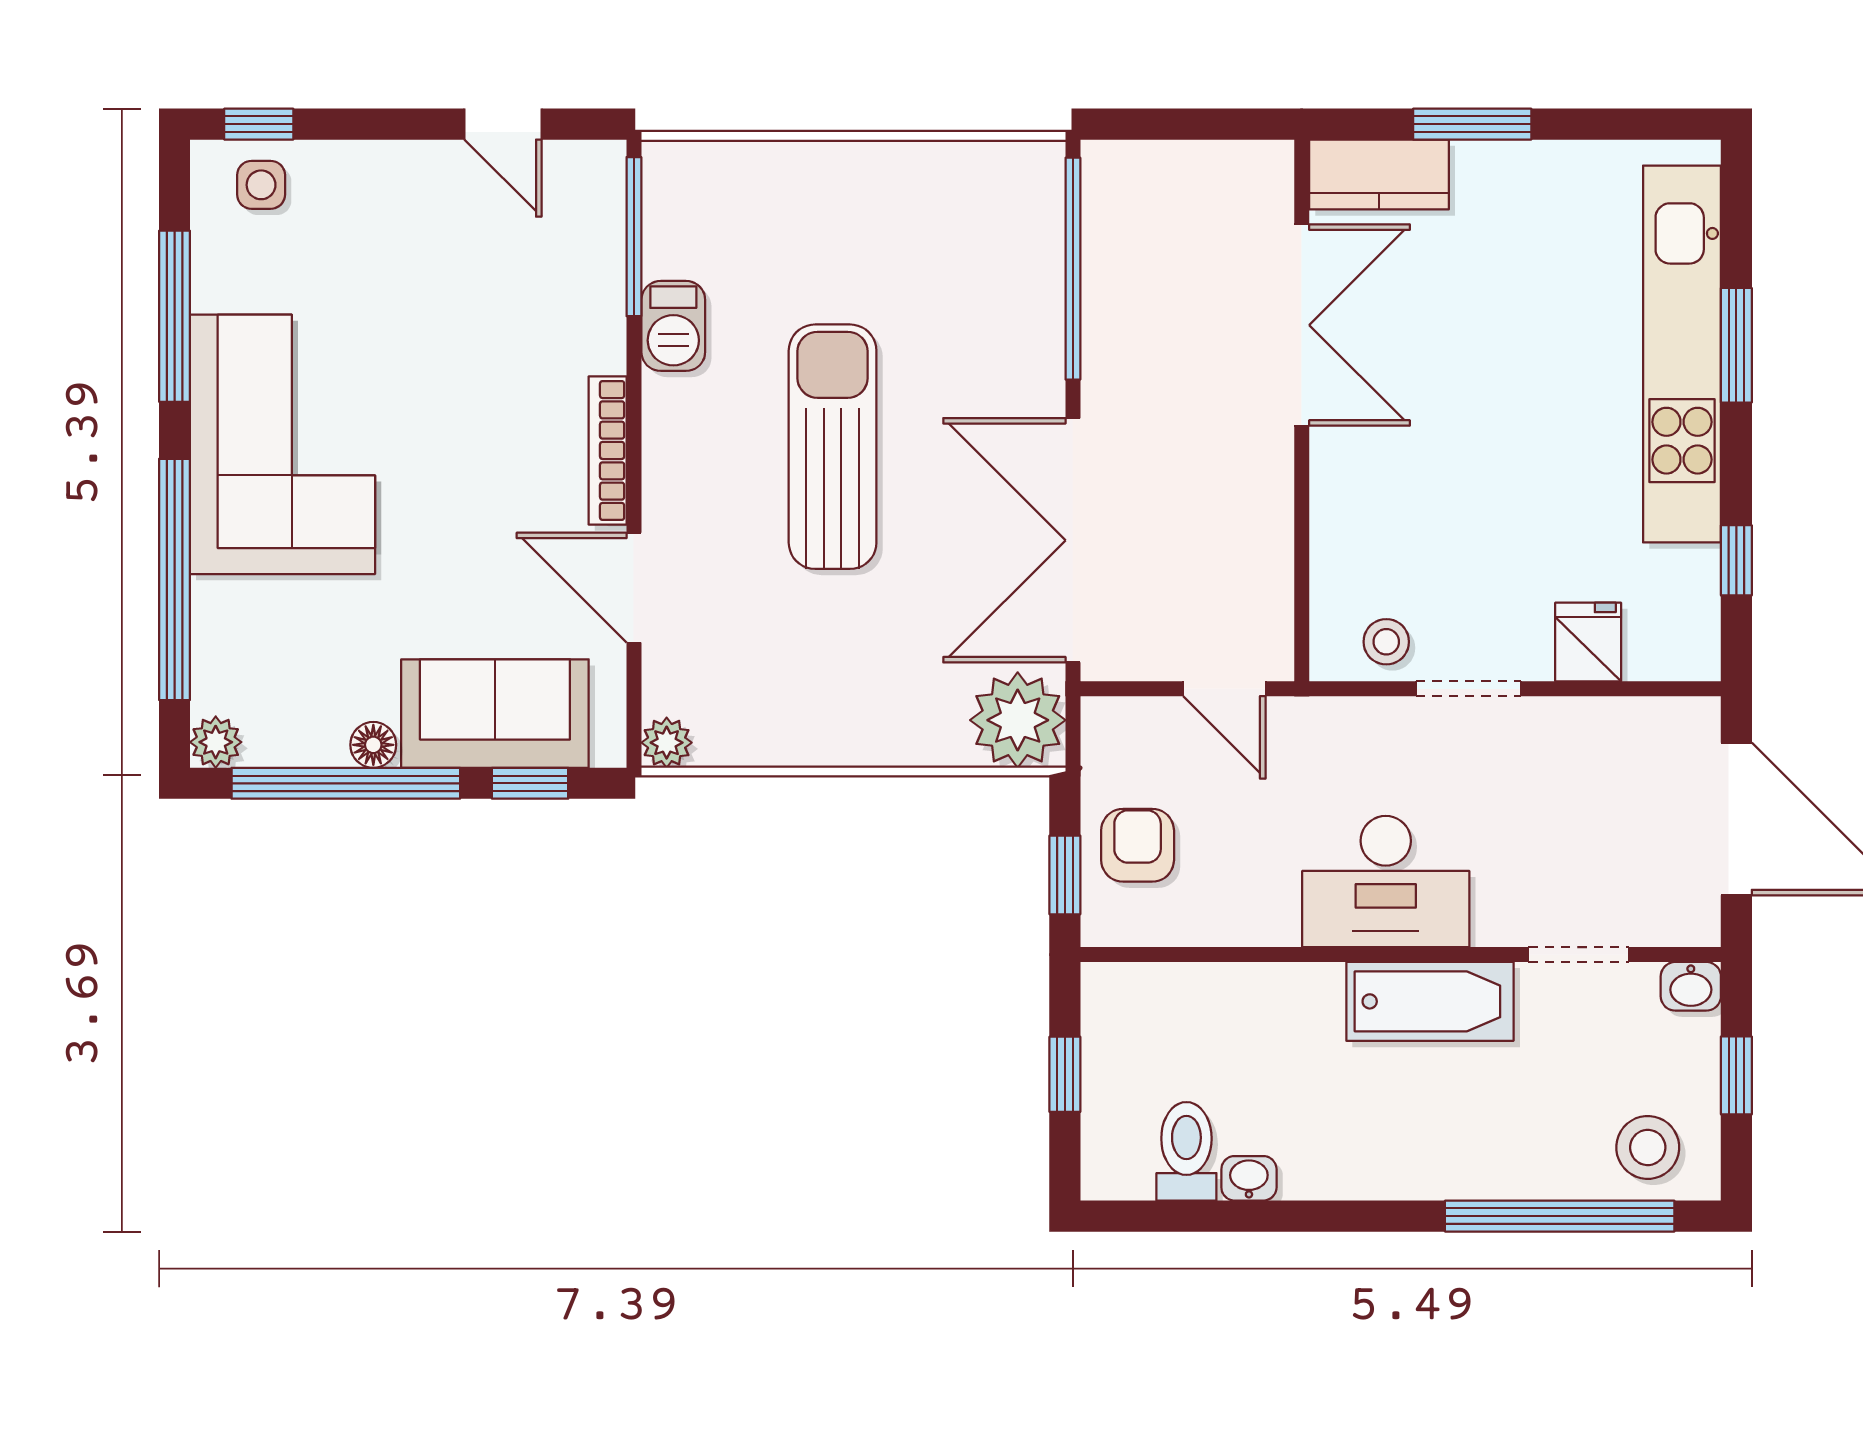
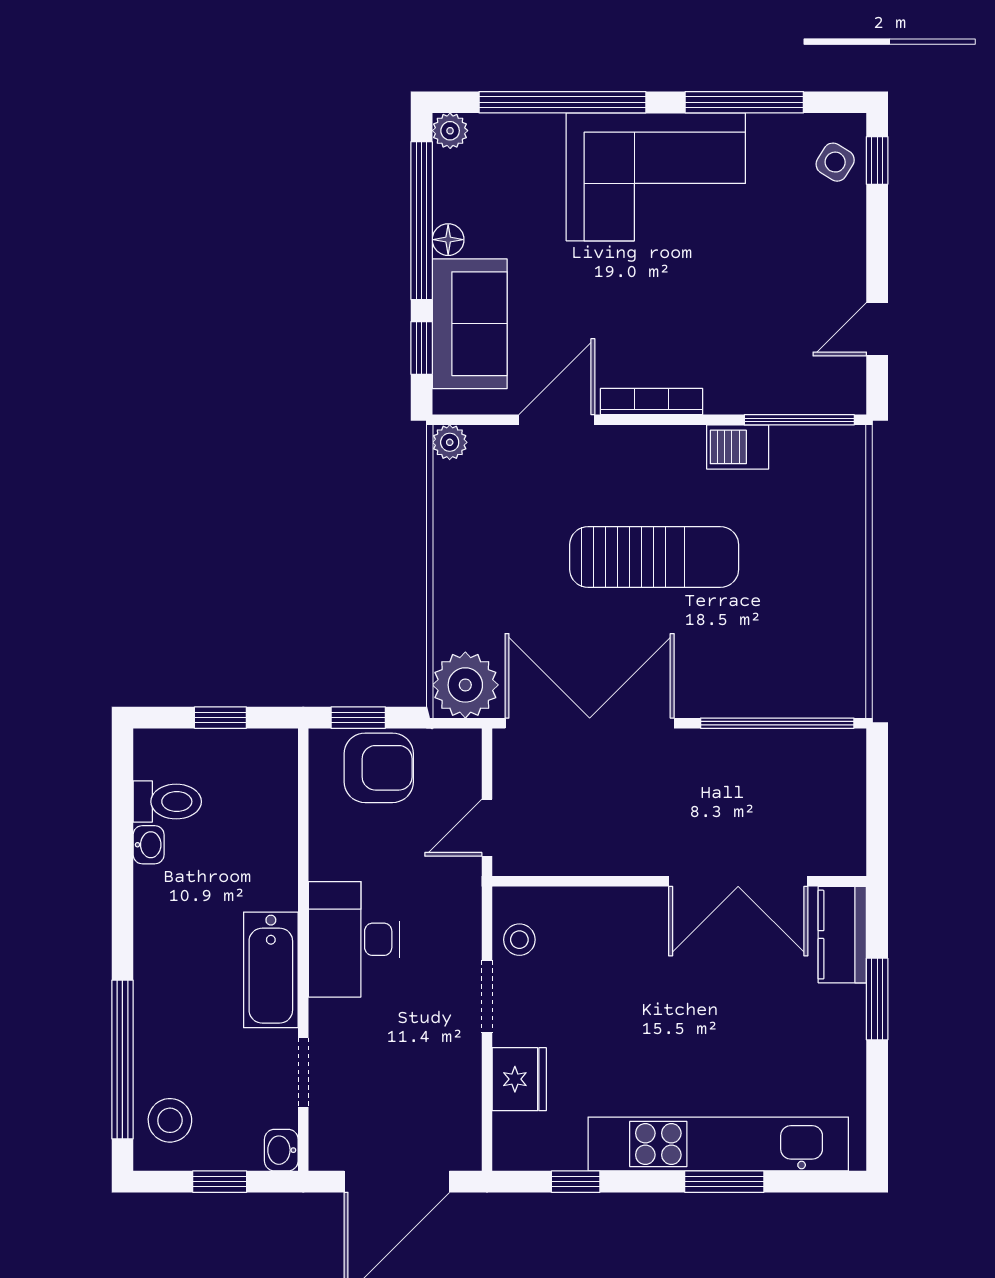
side table: (261, 185) -> (835, 162), turned 32
fridge: (1588, 642) -> (519, 1079), width x1.38
armchair: (1138, 845) -> (379, 768), width x1.38, depth x1.38

